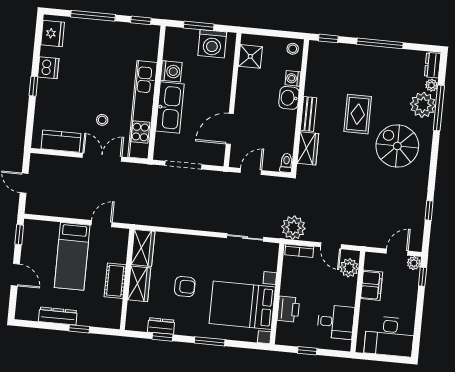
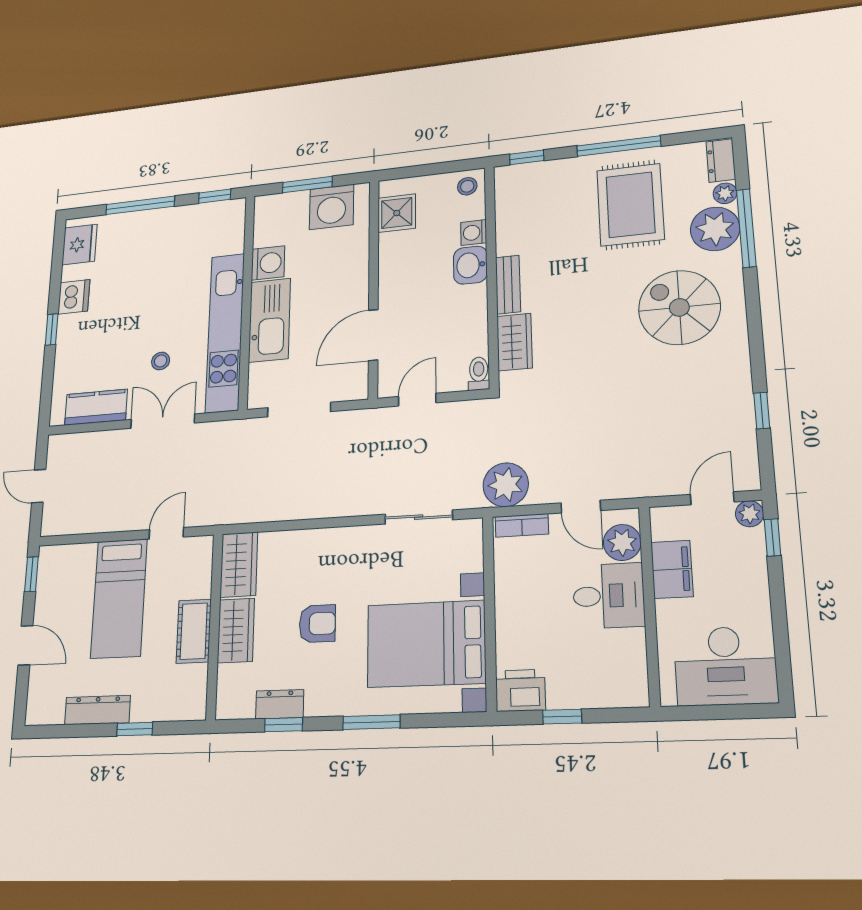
rug: (358, 114) -> (630, 205), moved, width x1.36, depth x1.43
printer: (288, 309) -> (520, 690), moved, turned -90
desk: (336, 322) -> (609, 596), moved

